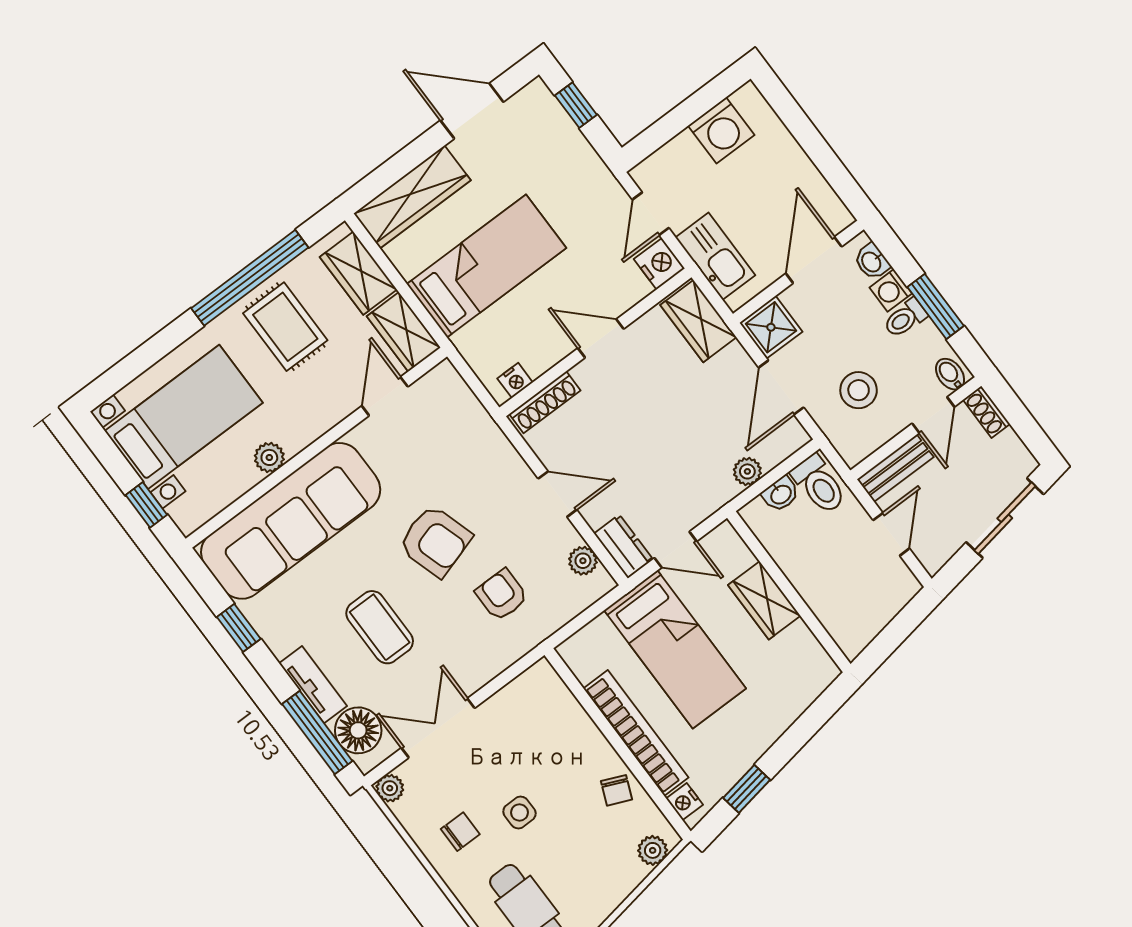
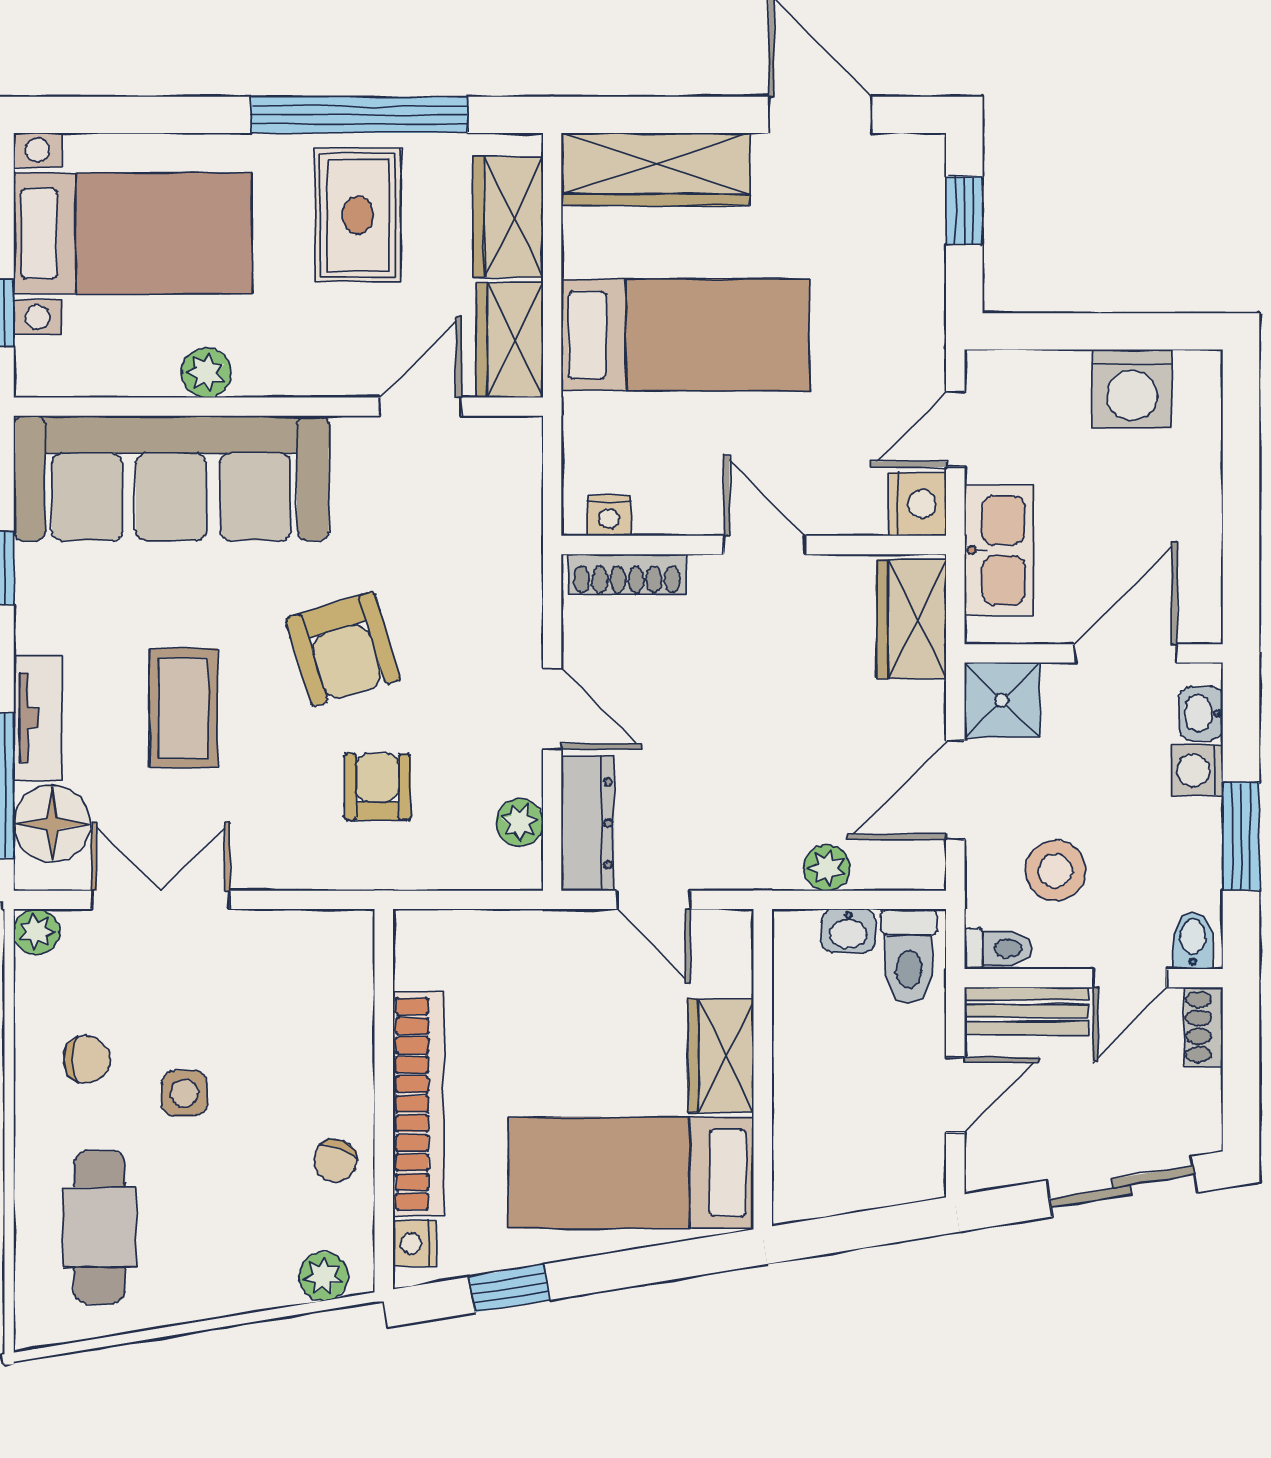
toilet: (905, 318) -> (998, 948), moved, turned 180
dresser: (624, 546) -> (588, 823), width x1.44
bed: (675, 649) -> (631, 1173), moved, turned 90

